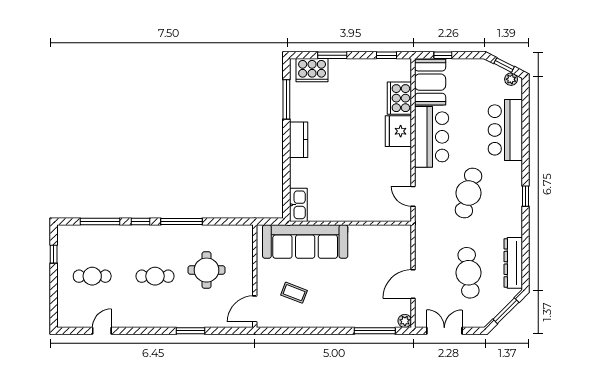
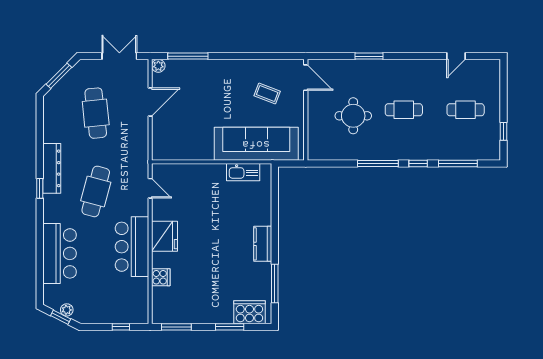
window: (386, 55) -> (176, 327), width x1.50
plant: (511, 79) -> (67, 310), moved
booth: (430, 82) -> (133, 301), removed
cooker: (399, 98) -> (161, 277), width x0.53, depth x0.76
fridge: (398, 131) -> (165, 236), moved
kitchen sink: (298, 205) -> (243, 172), moved, turned -90
dresser: (513, 263) -> (52, 168), moved
door: (255, 309) -> (306, 78), hinge flipped
double door: (444, 331) -> (119, 56), swing flipped

